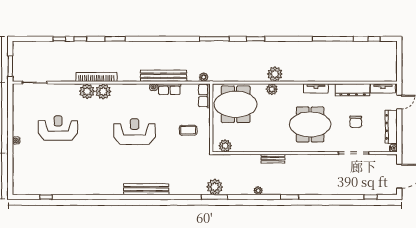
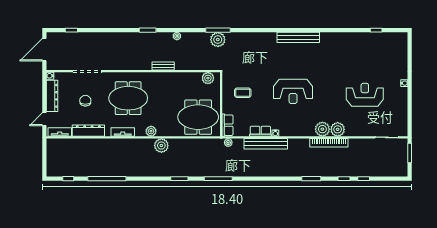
plant: (272, 89) -> (151, 131), moved
reception desk: (58, 128) -> (365, 95), turned 180
bench: (146, 189) -> (298, 37), moved

